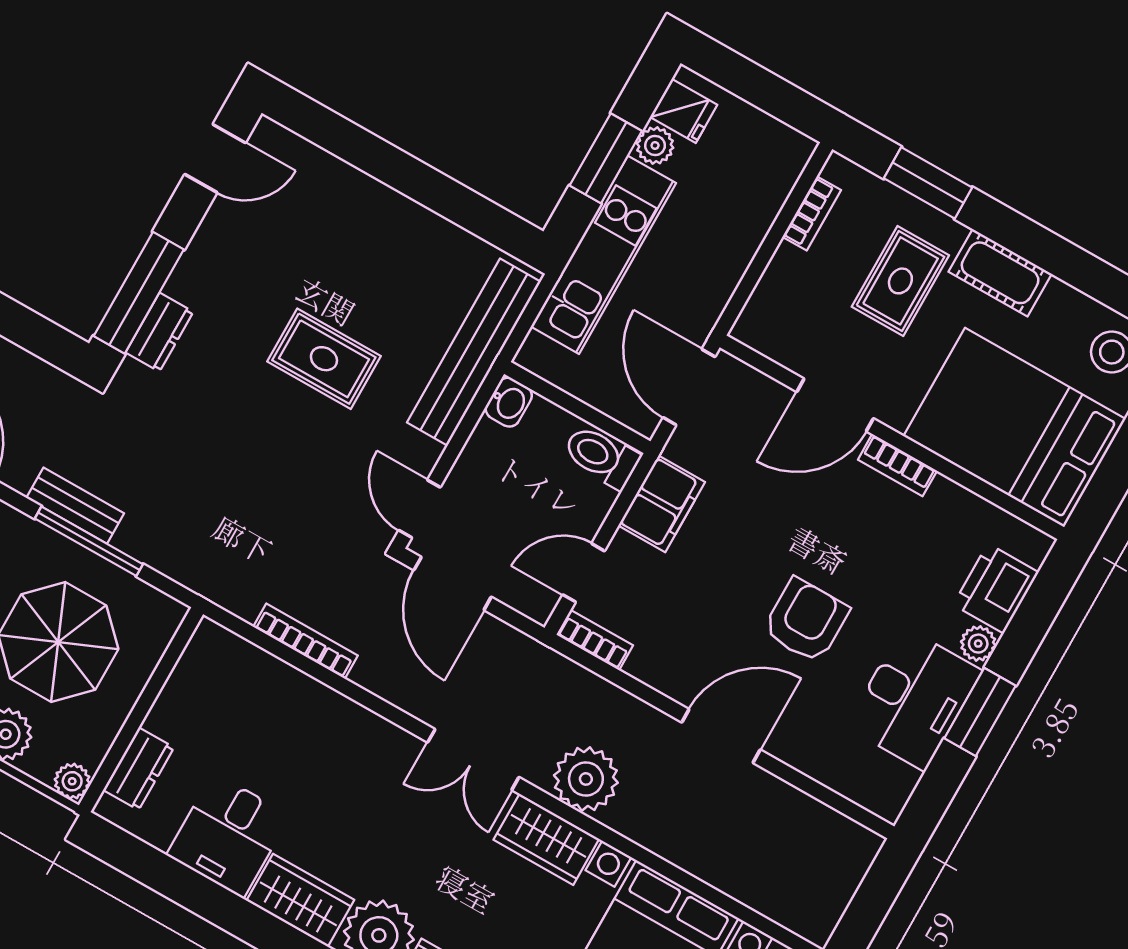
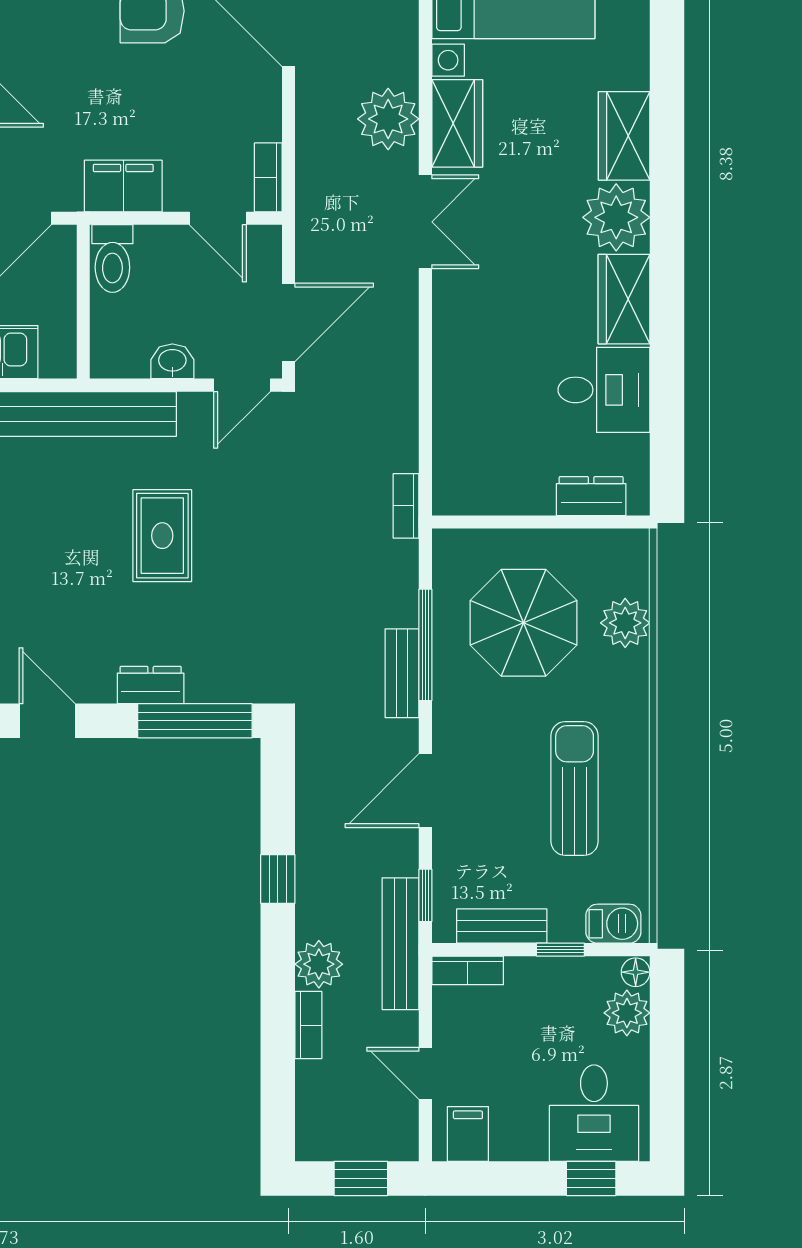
dresser: (159, 332) -> (151, 685), moved
washbasin: (509, 402) -> (172, 361), moved
bookcase: (305, 641) -> (406, 506), moved, width x0.64
plant: (72, 781) -> (633, 545), removed

